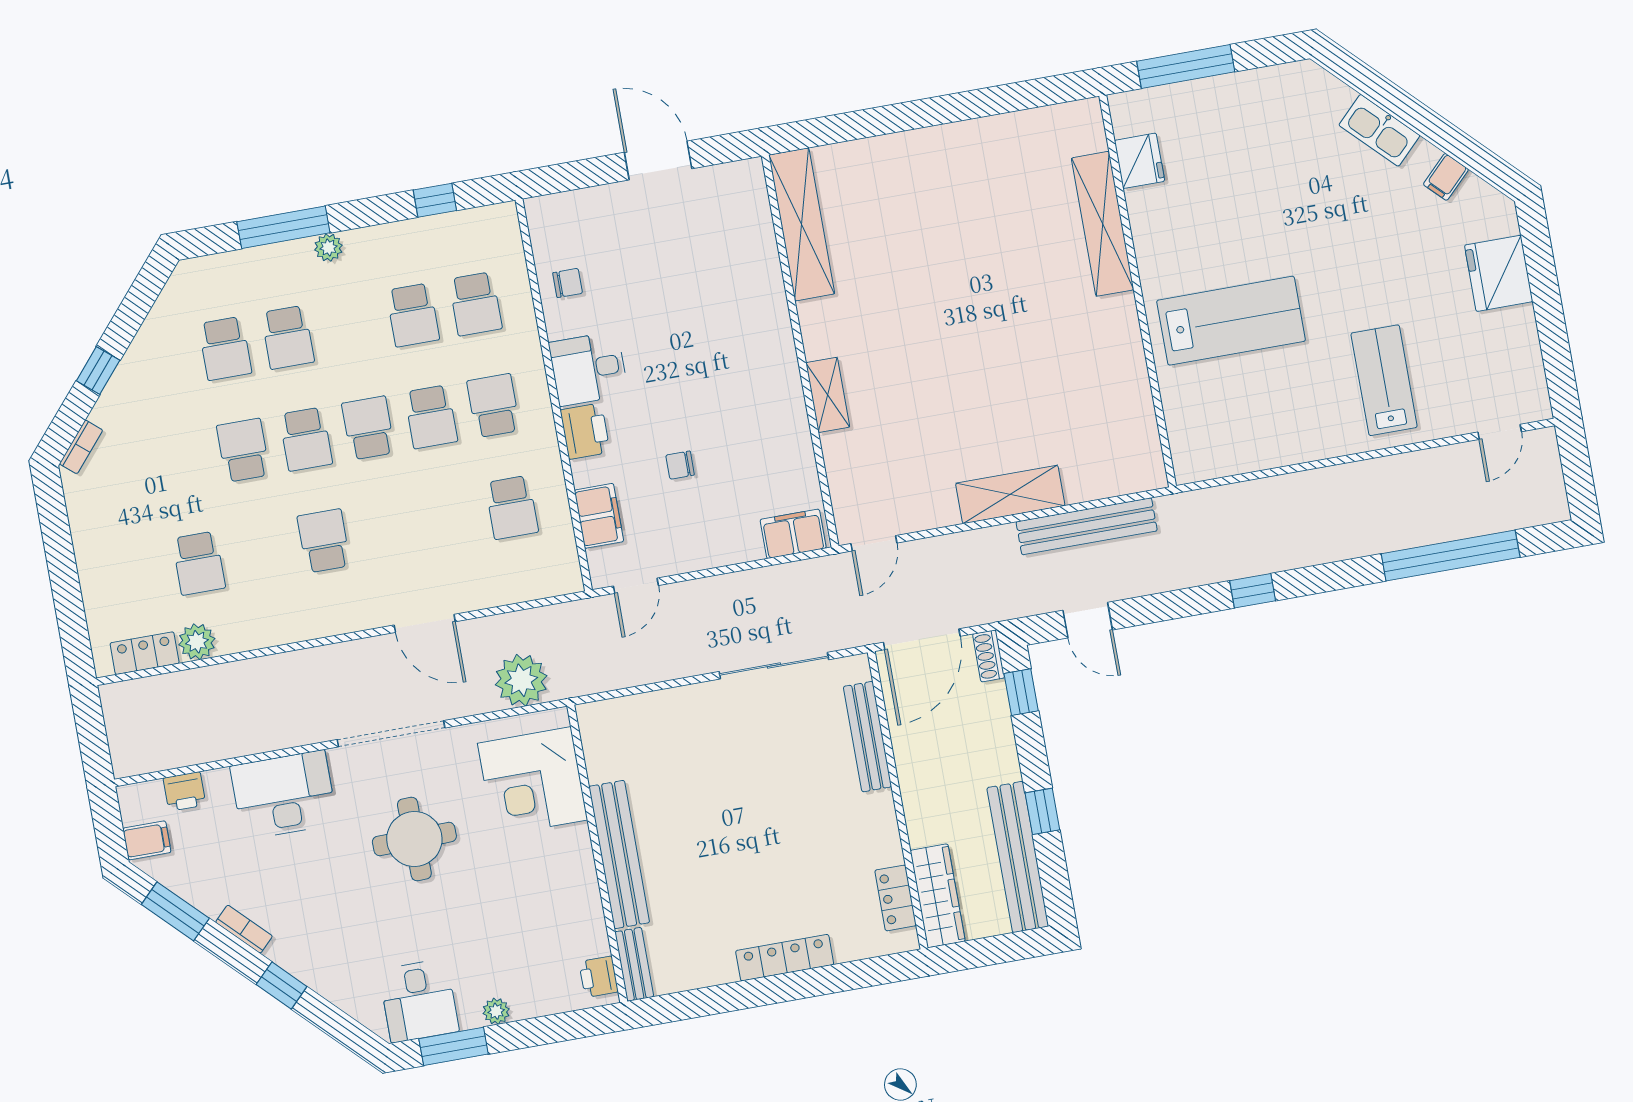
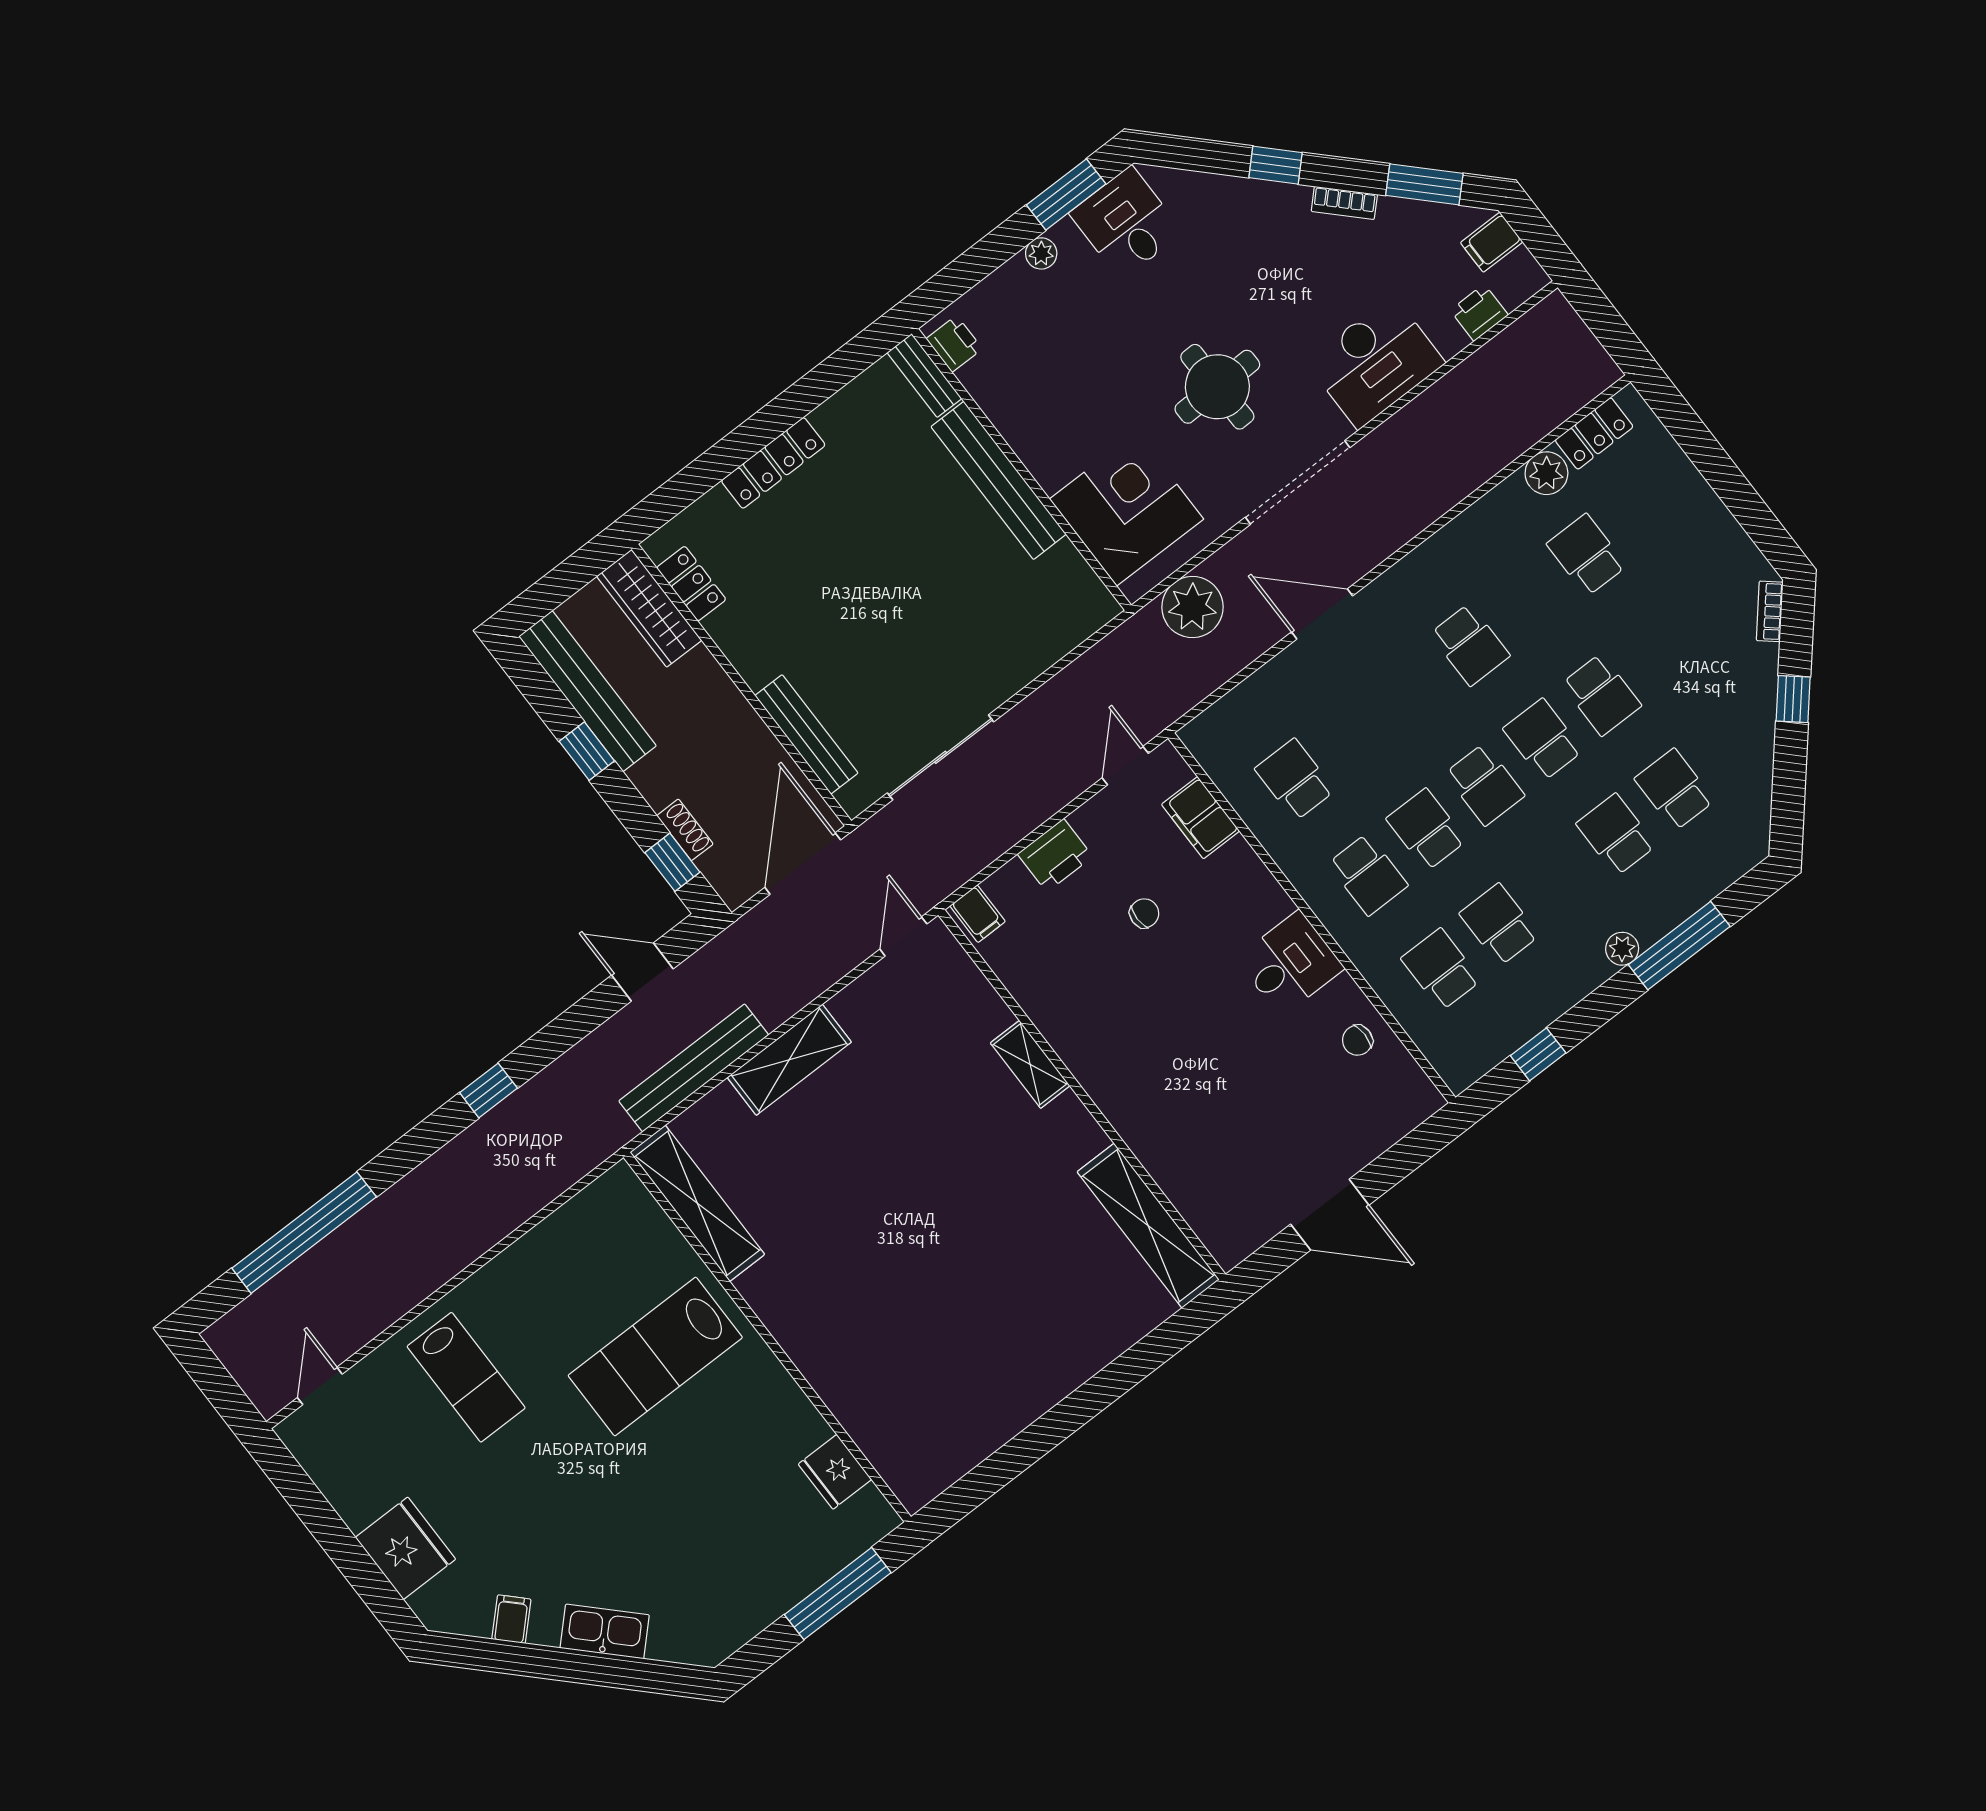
shelving: (1103, 224) -> (697, 1203), moved
printer: (585, 431) -> (1055, 855), moved, turned -90
filing cabinet: (793, 534) -> (978, 914), width x0.50
shoe rack: (988, 656) -> (685, 830), moved

